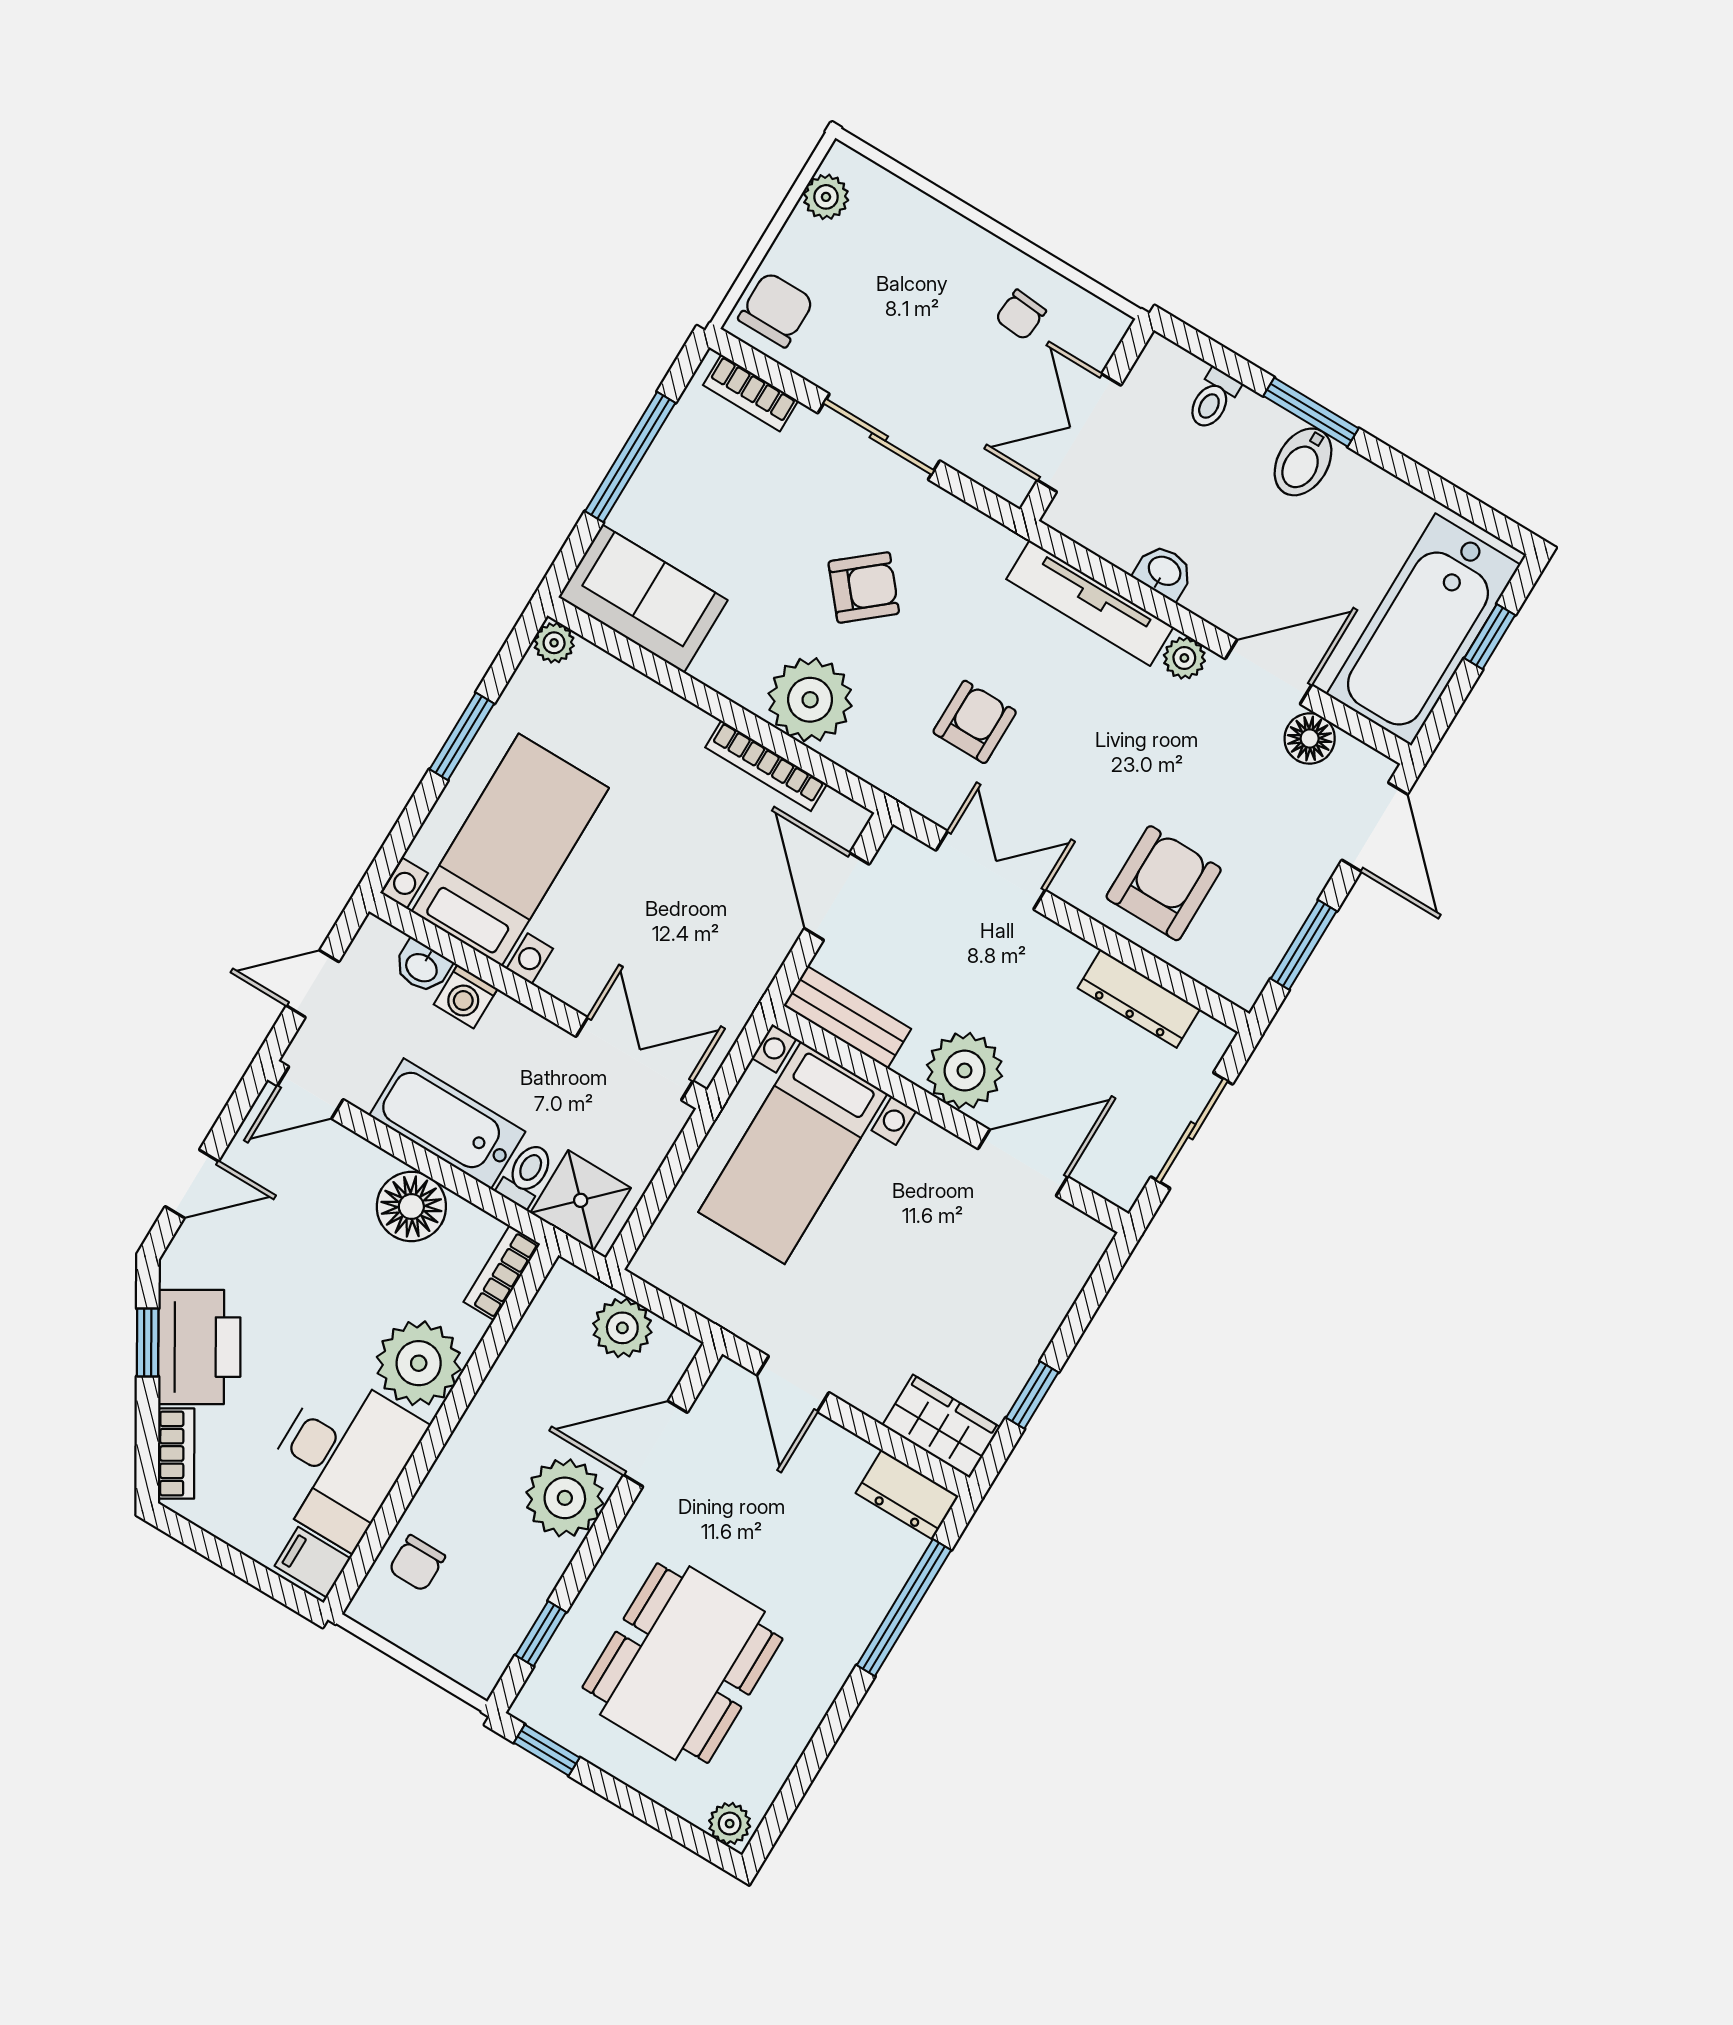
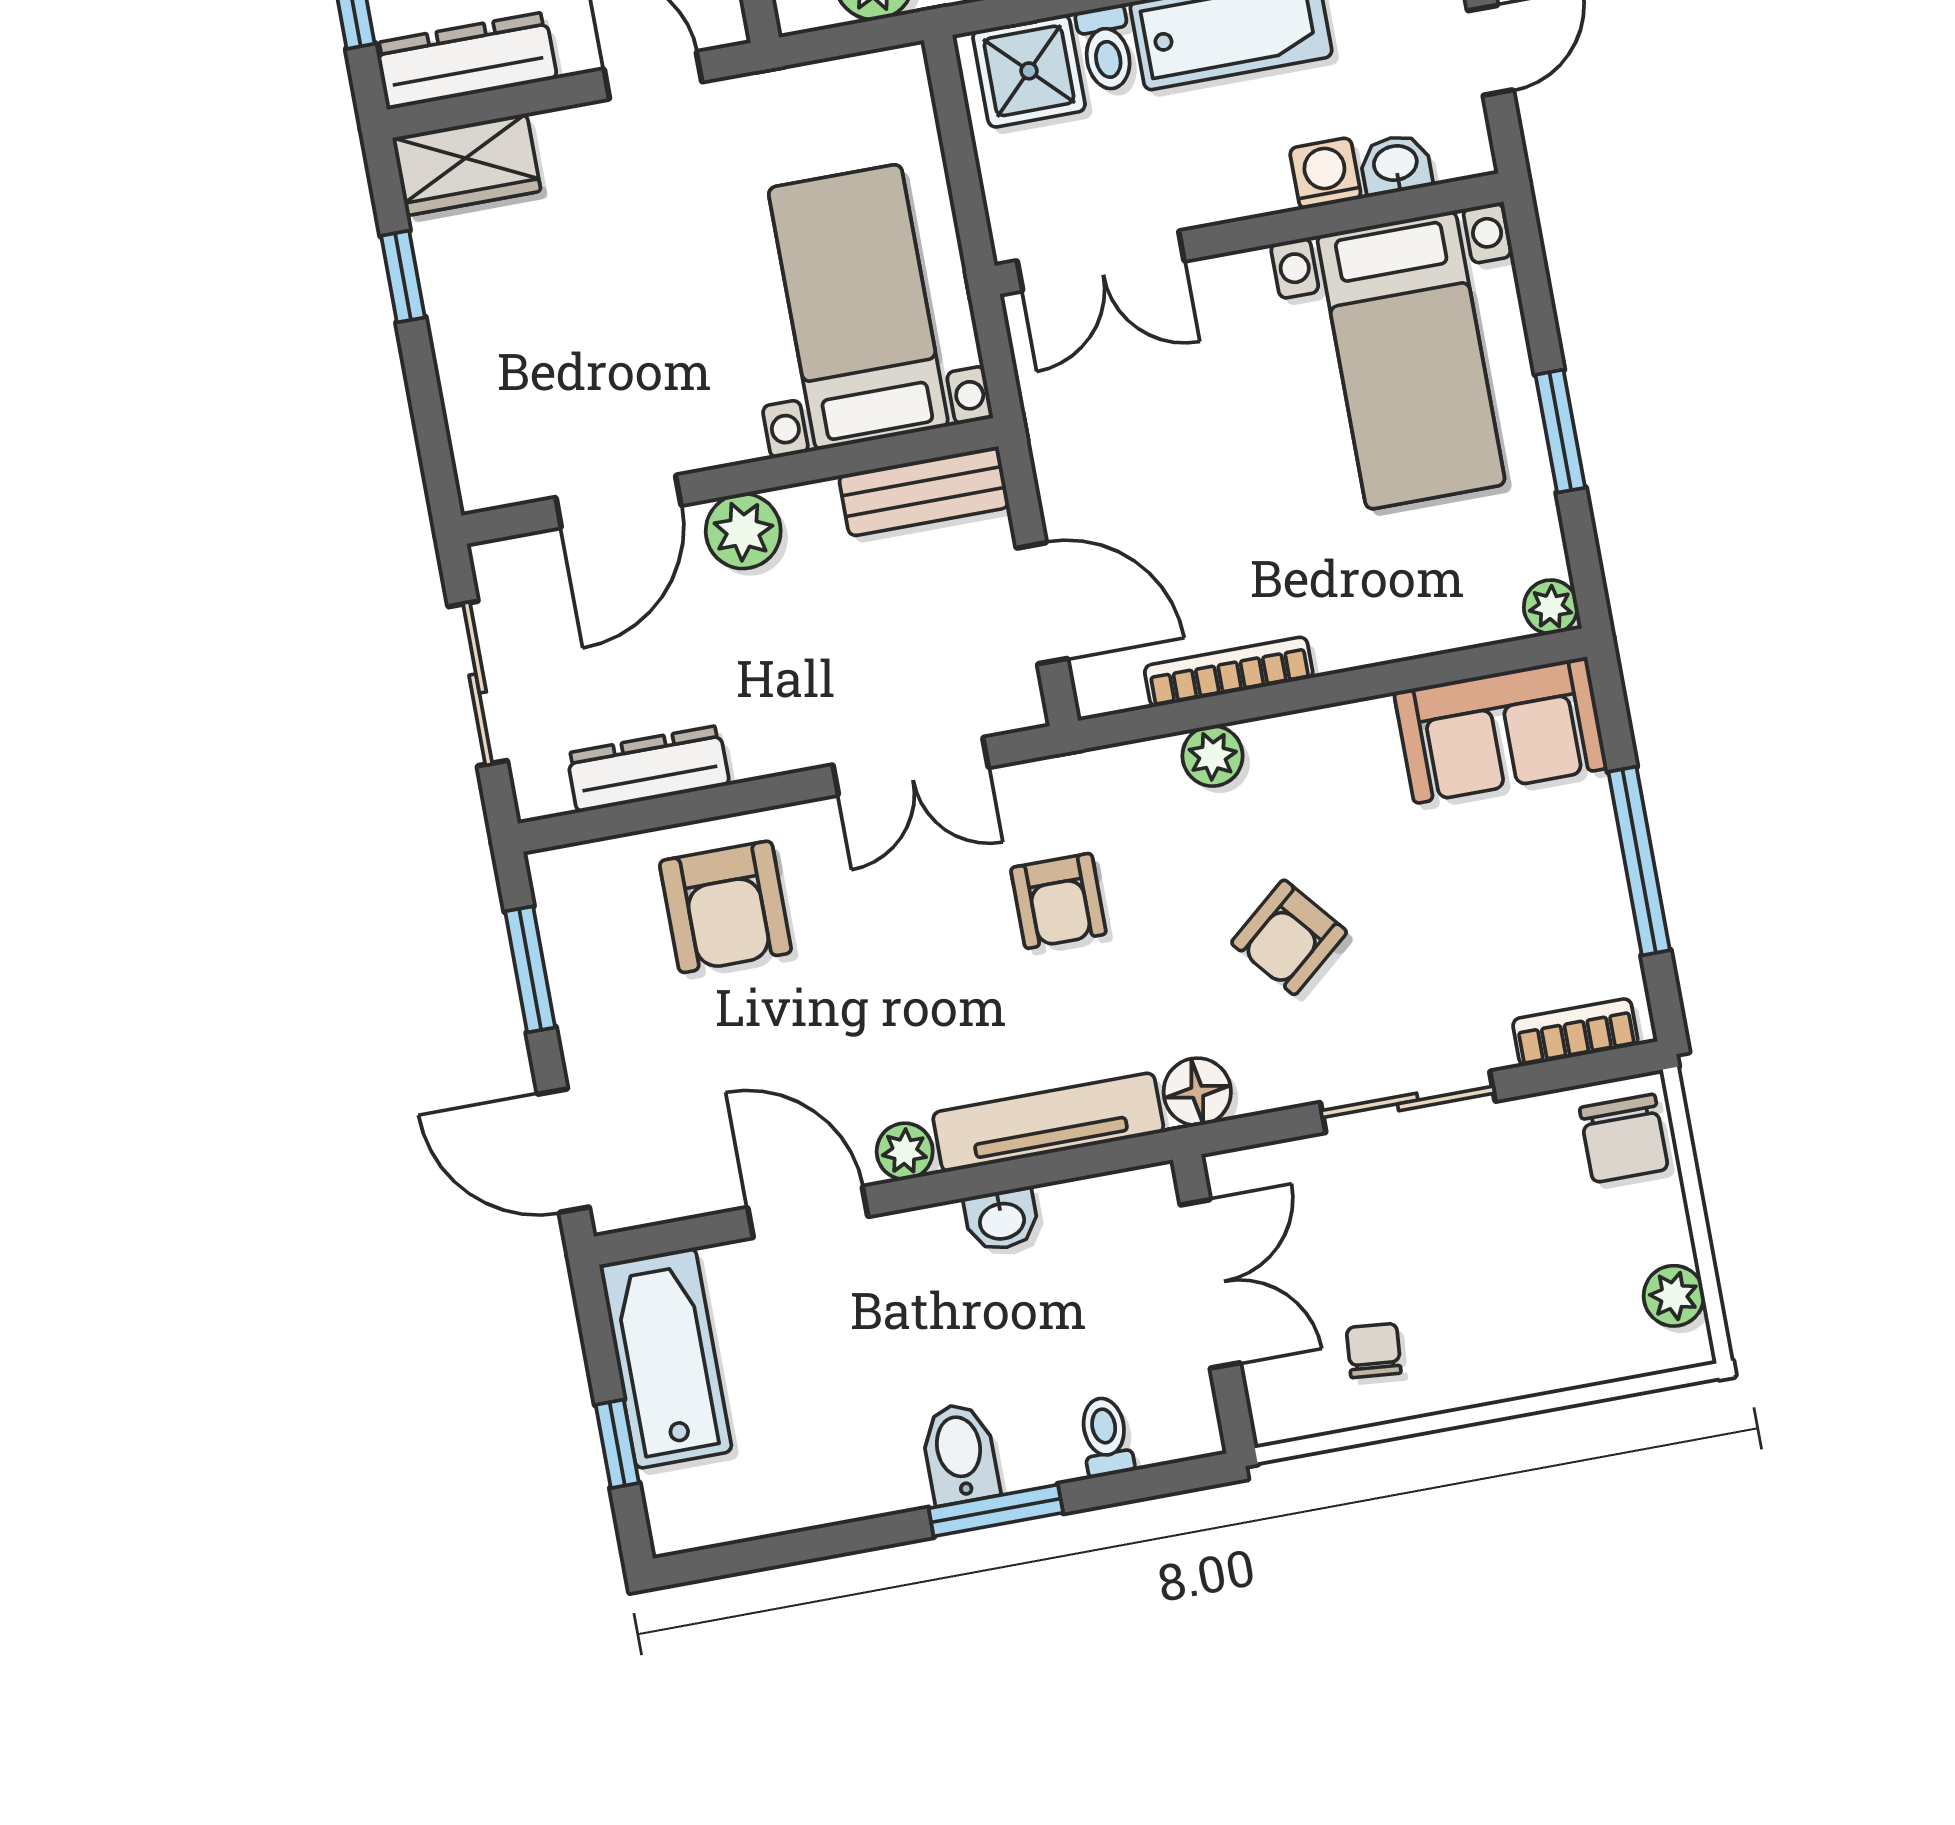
bathtub: (1423, 629) -> (666, 1358), width x0.73, depth x0.73
door: (1269, 672) -> (808, 1212), swing flipped
plant: (810, 700) -> (1213, 756), width x0.53, depth x0.53
floor lamp: (1310, 738) -> (1197, 1092), moved
plant: (965, 1071) -> (743, 531), width x0.73, depth x0.73
dresser: (907, 1495) -> (466, 61), width x1.44

